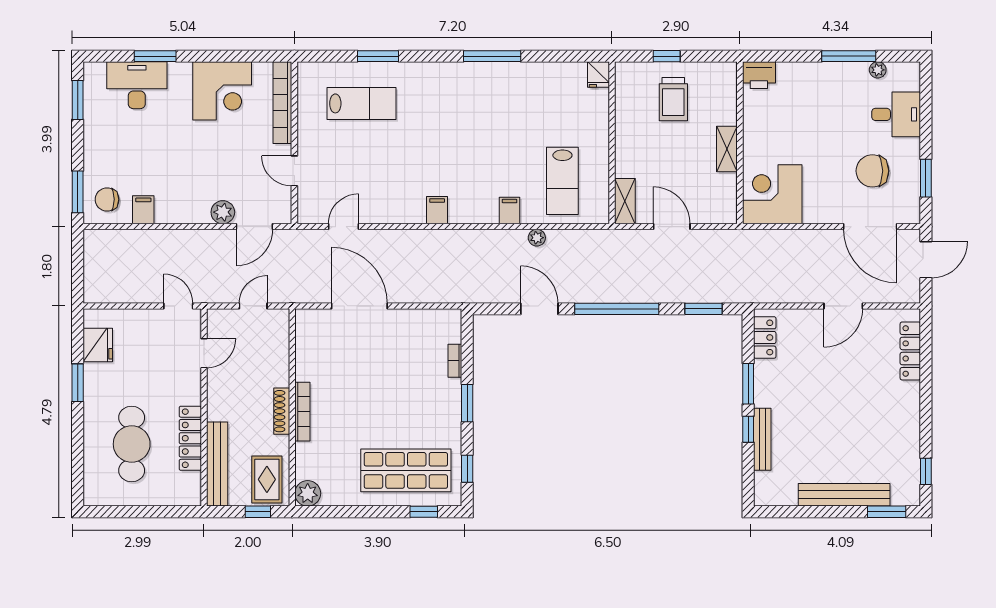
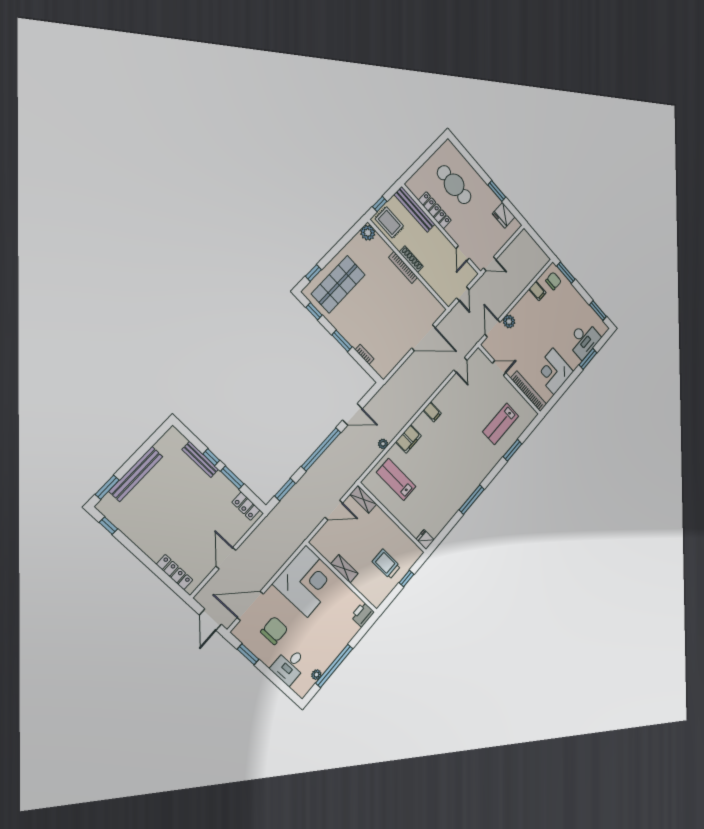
window: (849, 56) -> (334, 666), width x1.46
corner desk: (772, 194) -> (307, 581), width x1.36, depth x1.36
filing cabinet: (510, 210) -> (408, 439), width x2.00

